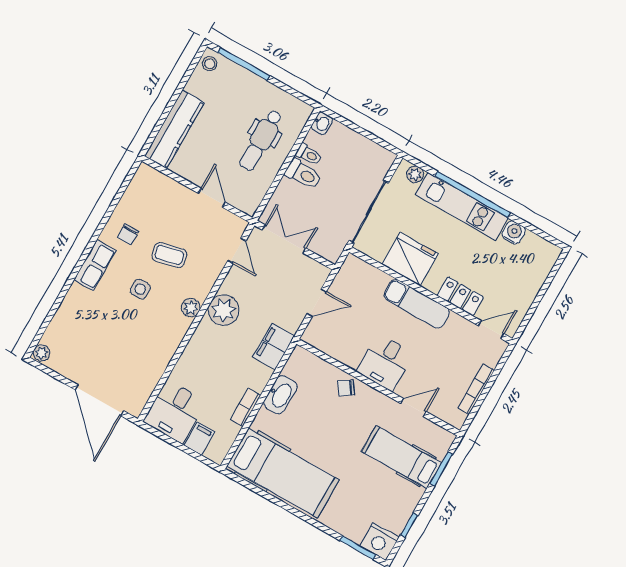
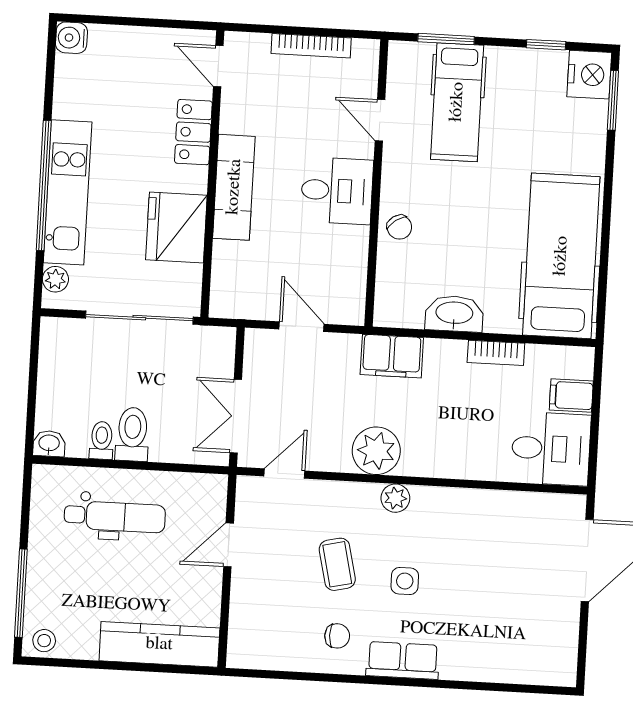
water cooler: (514, 232) -> (71, 38), moved
plant: (42, 353) -> (562, 674), removed

